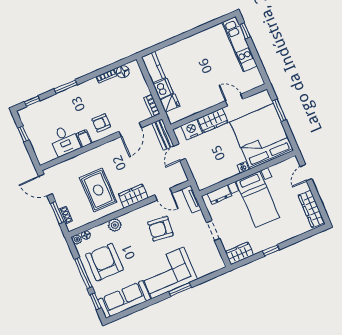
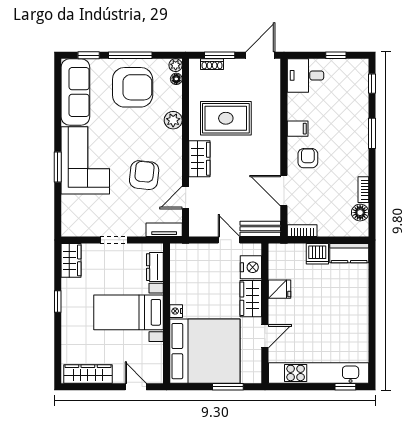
kitchen unit: (240, 44) -> (319, 373), width x1.36
fridge: (170, 103) -> (279, 289), moved, turned -90
desk: (64, 141) -> (306, 75), moved

